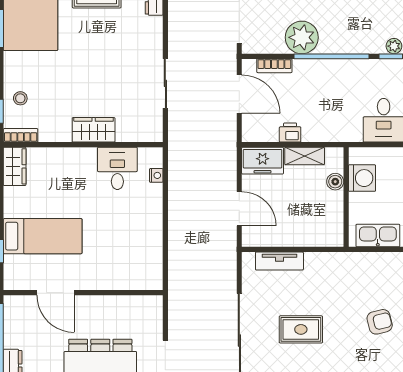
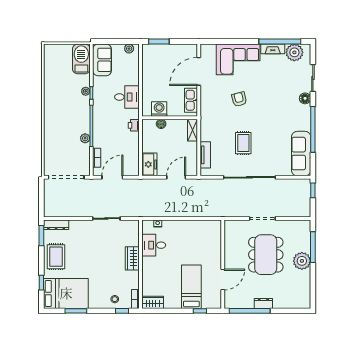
plant: (302, 37) -> (85, 138), width x0.53, depth x0.53
printer: (290, 133) -> (134, 125), moved
shelving: (305, 156) -> (193, 130), moved

